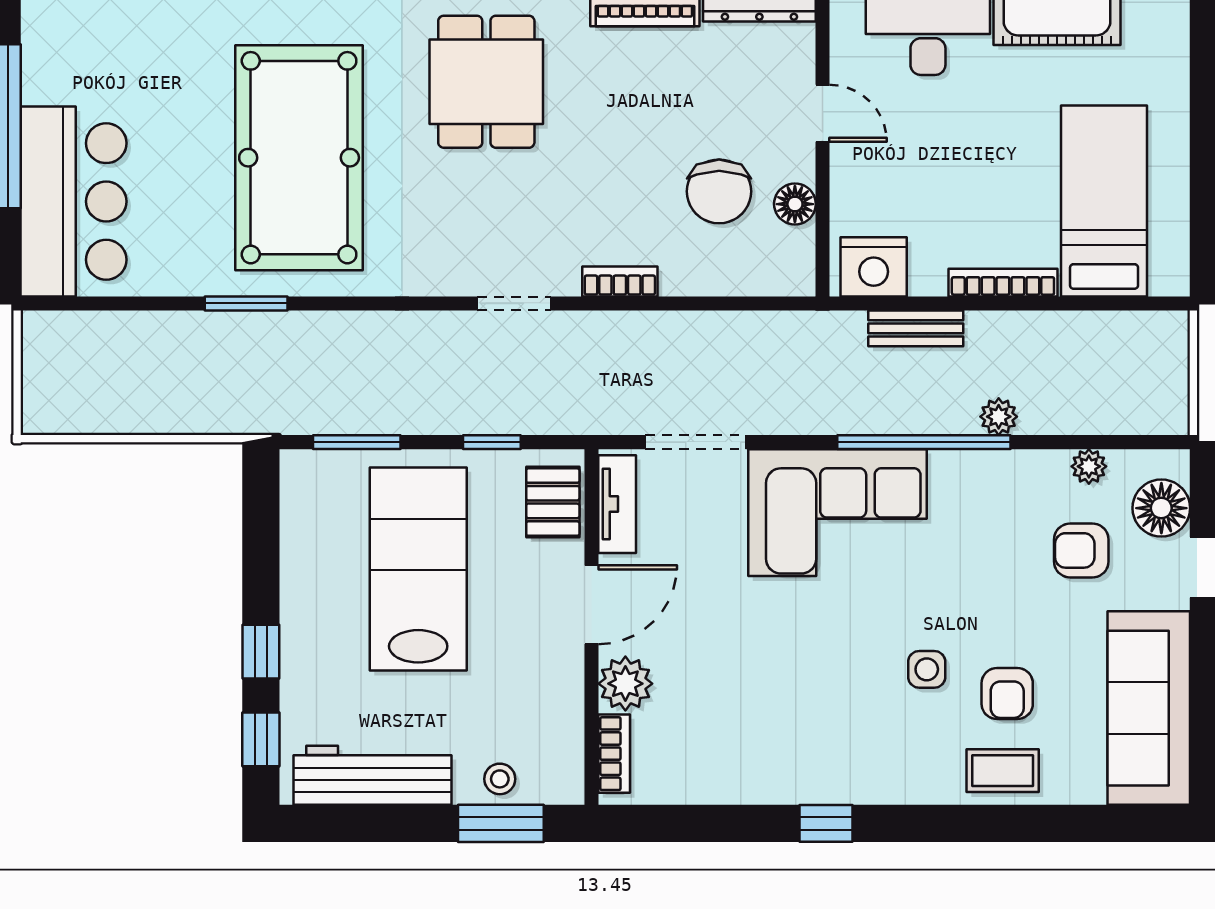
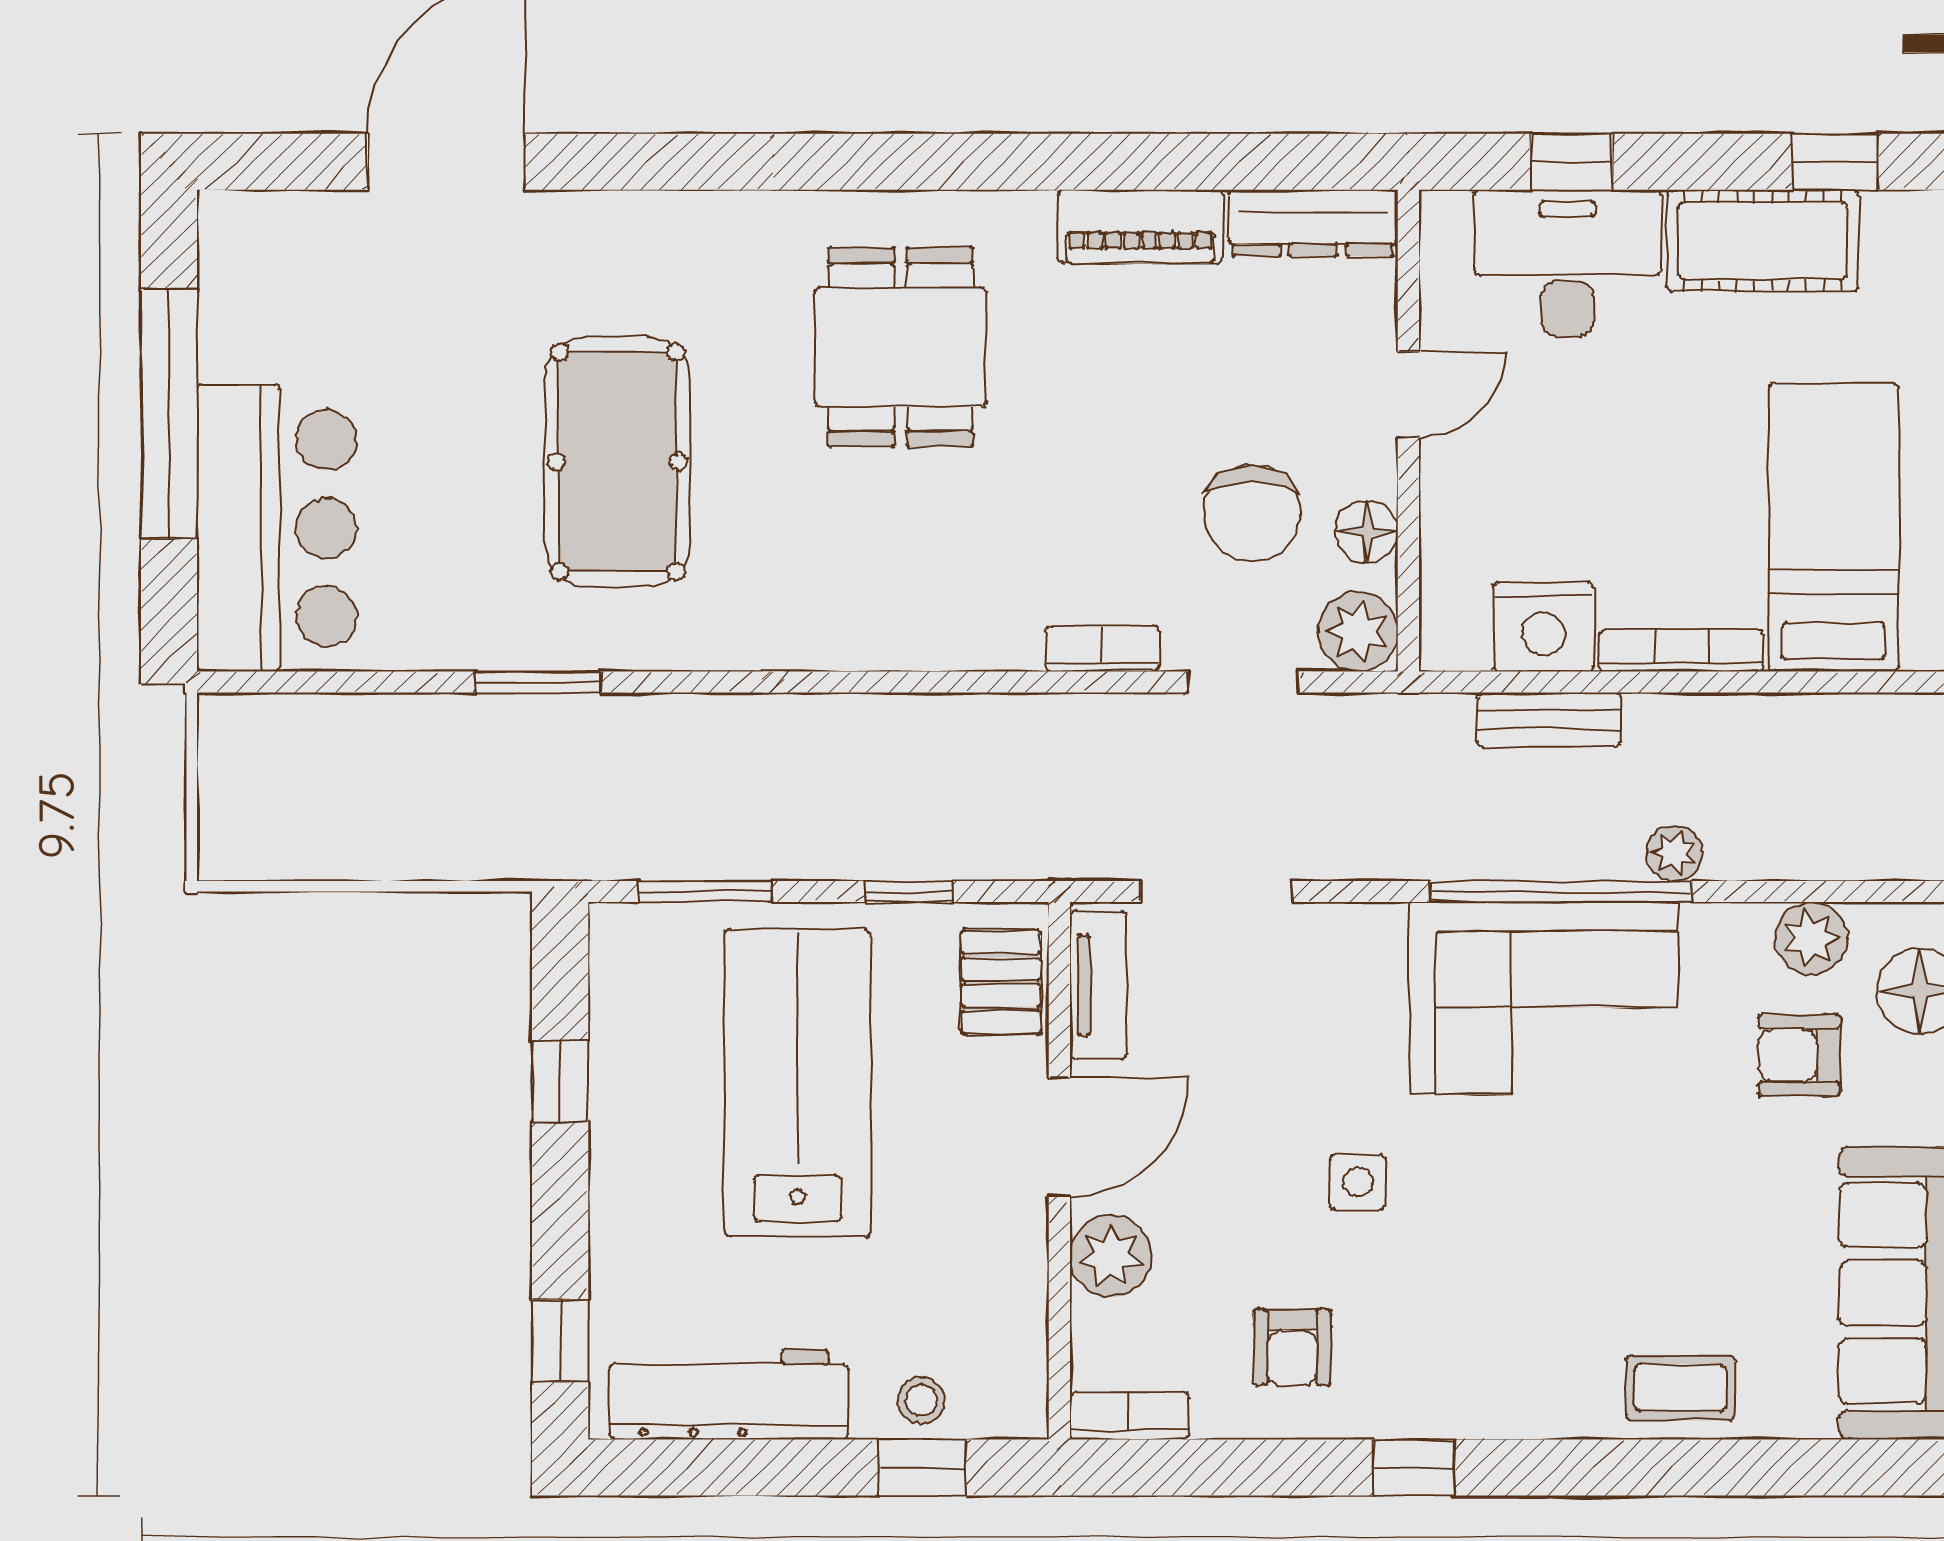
door: (823, 113) -> (1408, 395), hinge flipped
pool table: (299, 158) -> (618, 462), width x0.73, depth x0.76
nightstand: (874, 267) -> (1543, 627), moved
plant: (789, 270) -> (1358, 632), added
doorway: (514, 303) -> (1243, 682), moved
plant: (1089, 466) -> (1811, 938), width x1.38, depth x1.38
corner sofa: (837, 513) -> (1544, 998), moved
window: (261, 652) -> (560, 1081), moved
side table: (927, 669) -> (1358, 1182), moved
armchair: (1007, 694) -> (1292, 1347), moved
bookcase: (614, 754) -> (1129, 1416), moved, turned -90
window: (501, 823) -> (922, 1468), width x0.67

